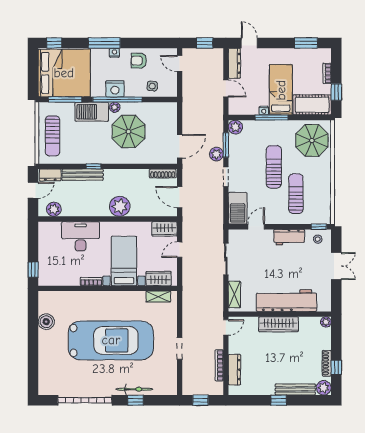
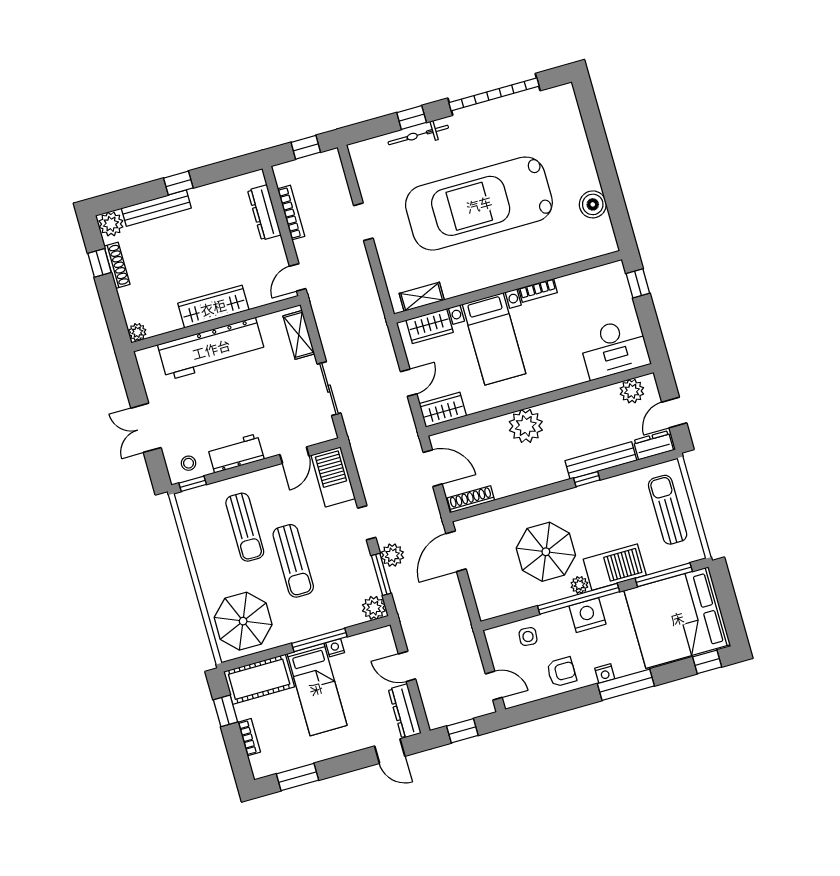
desk: (81, 236) -> (614, 348), moved

